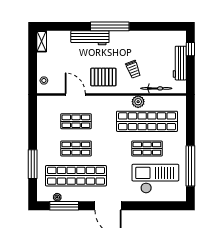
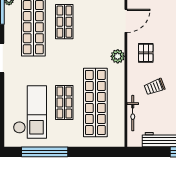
pallet: (103, 77) -> (146, 53), width x0.67, depth x0.71
plant: (138, 102) -> (118, 56), moved
shop shelf: (76, 121) -> (95, 22), removed

